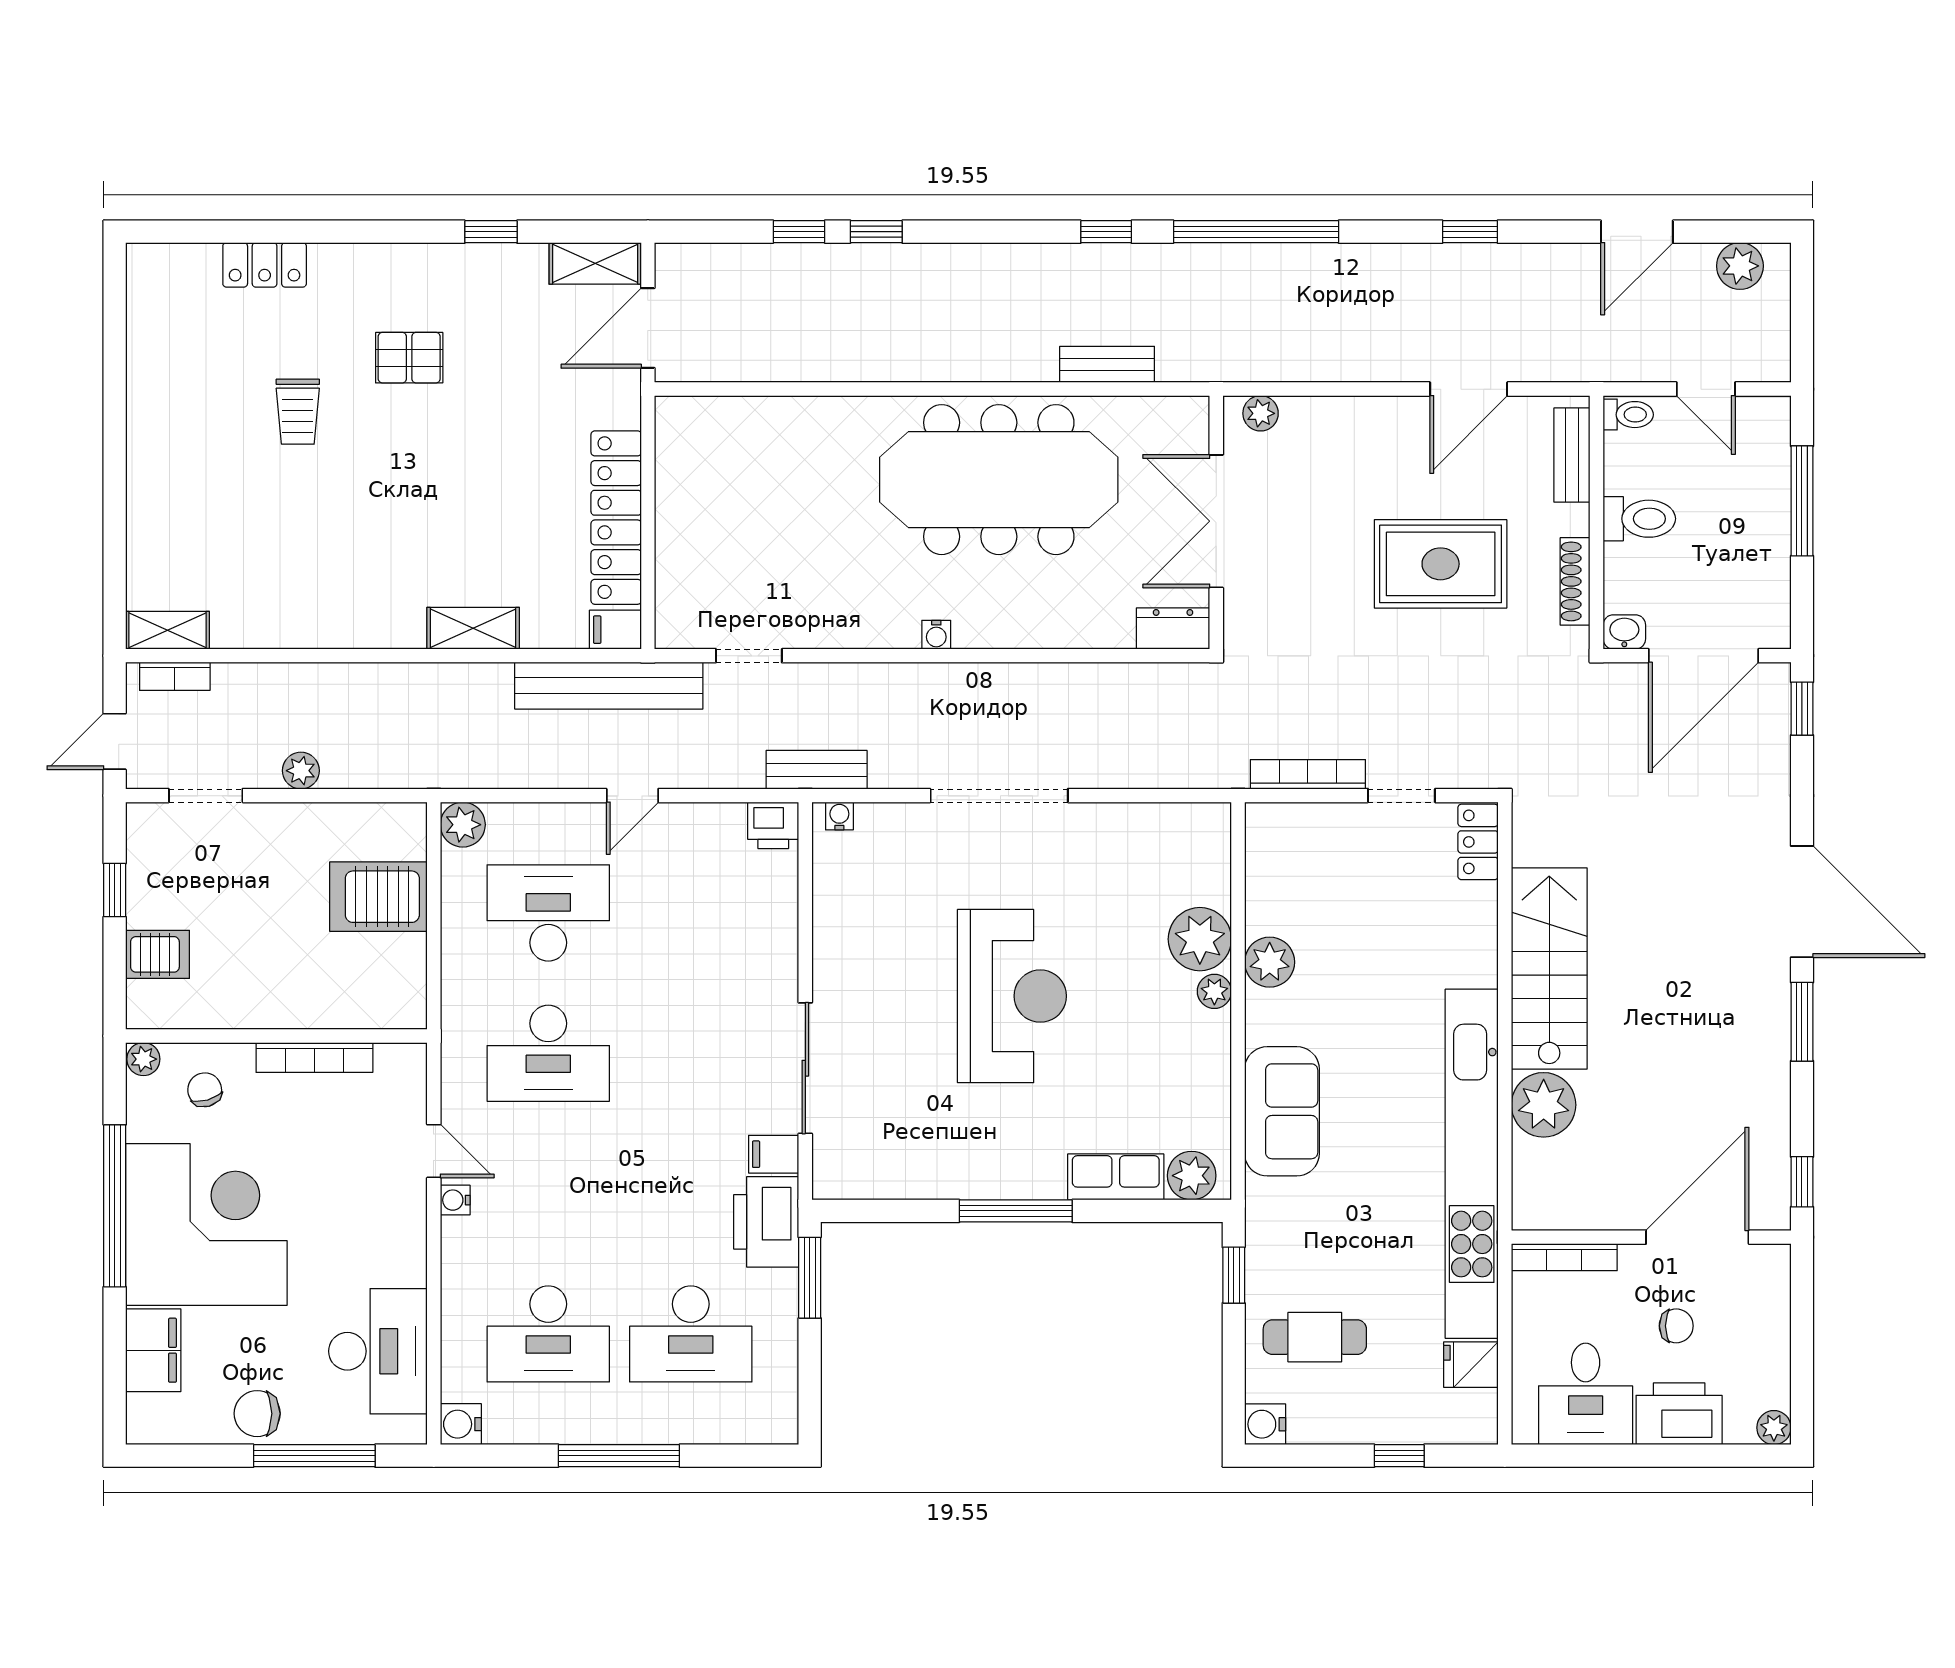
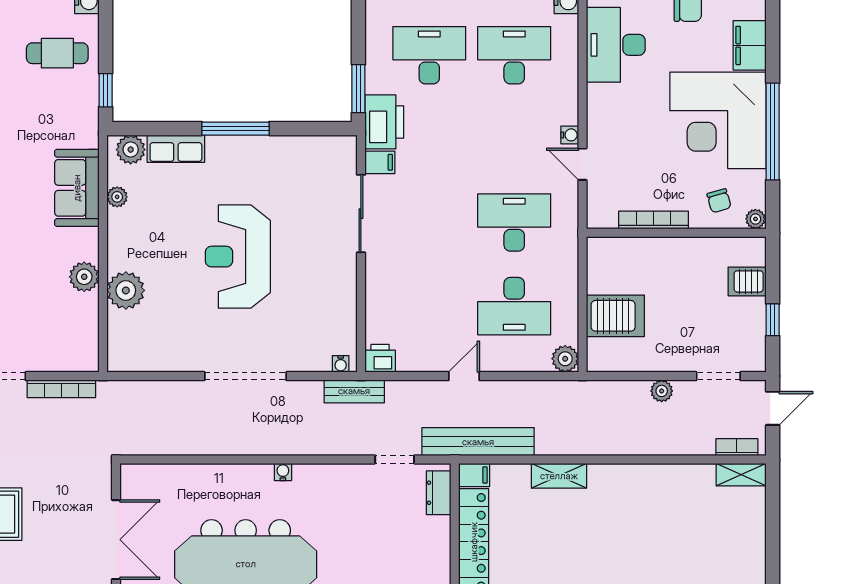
dresser: (1173, 629) -> (439, 493), moved, turned 90
plant: (1214, 991) -> (117, 197), moved

